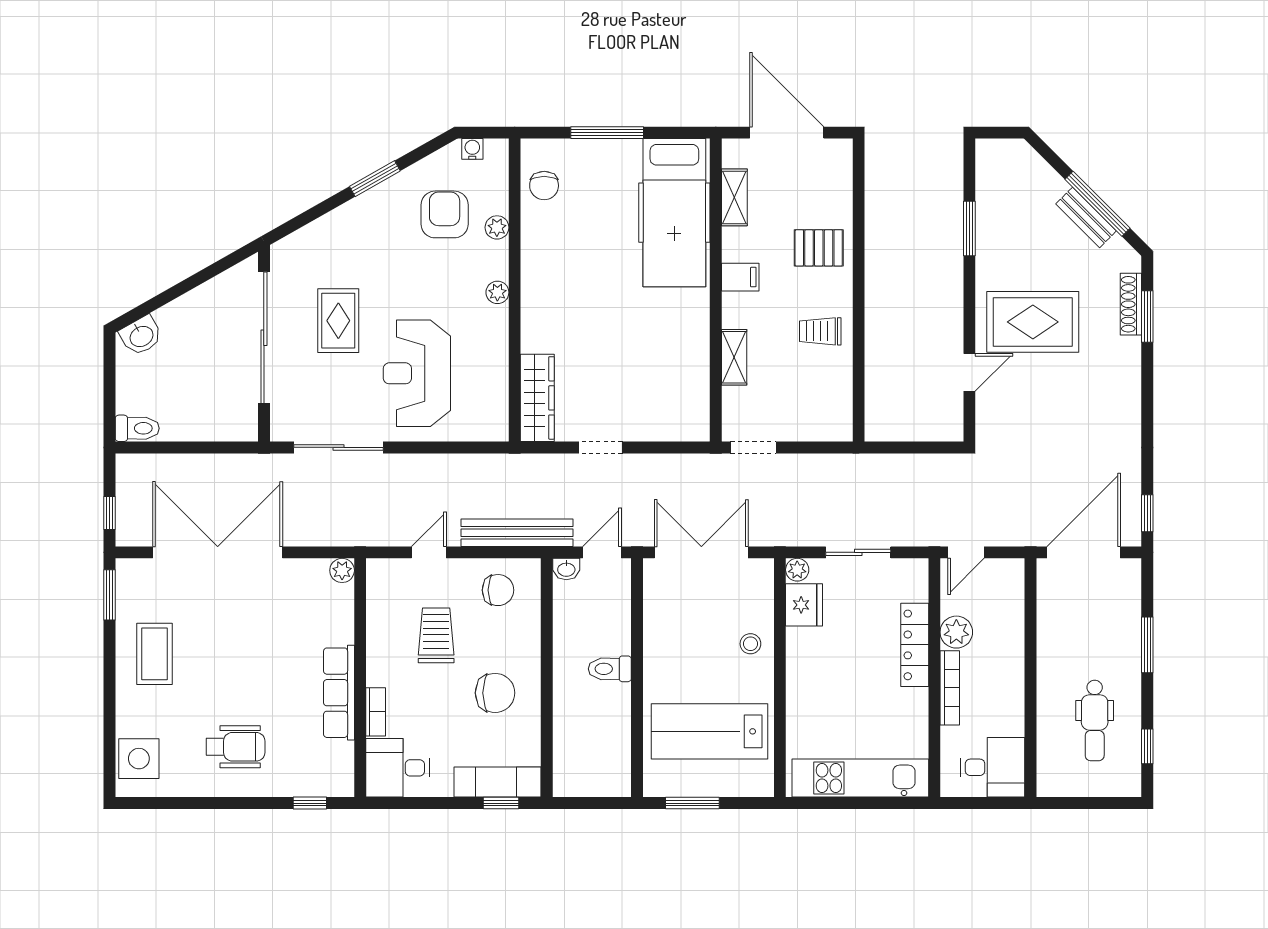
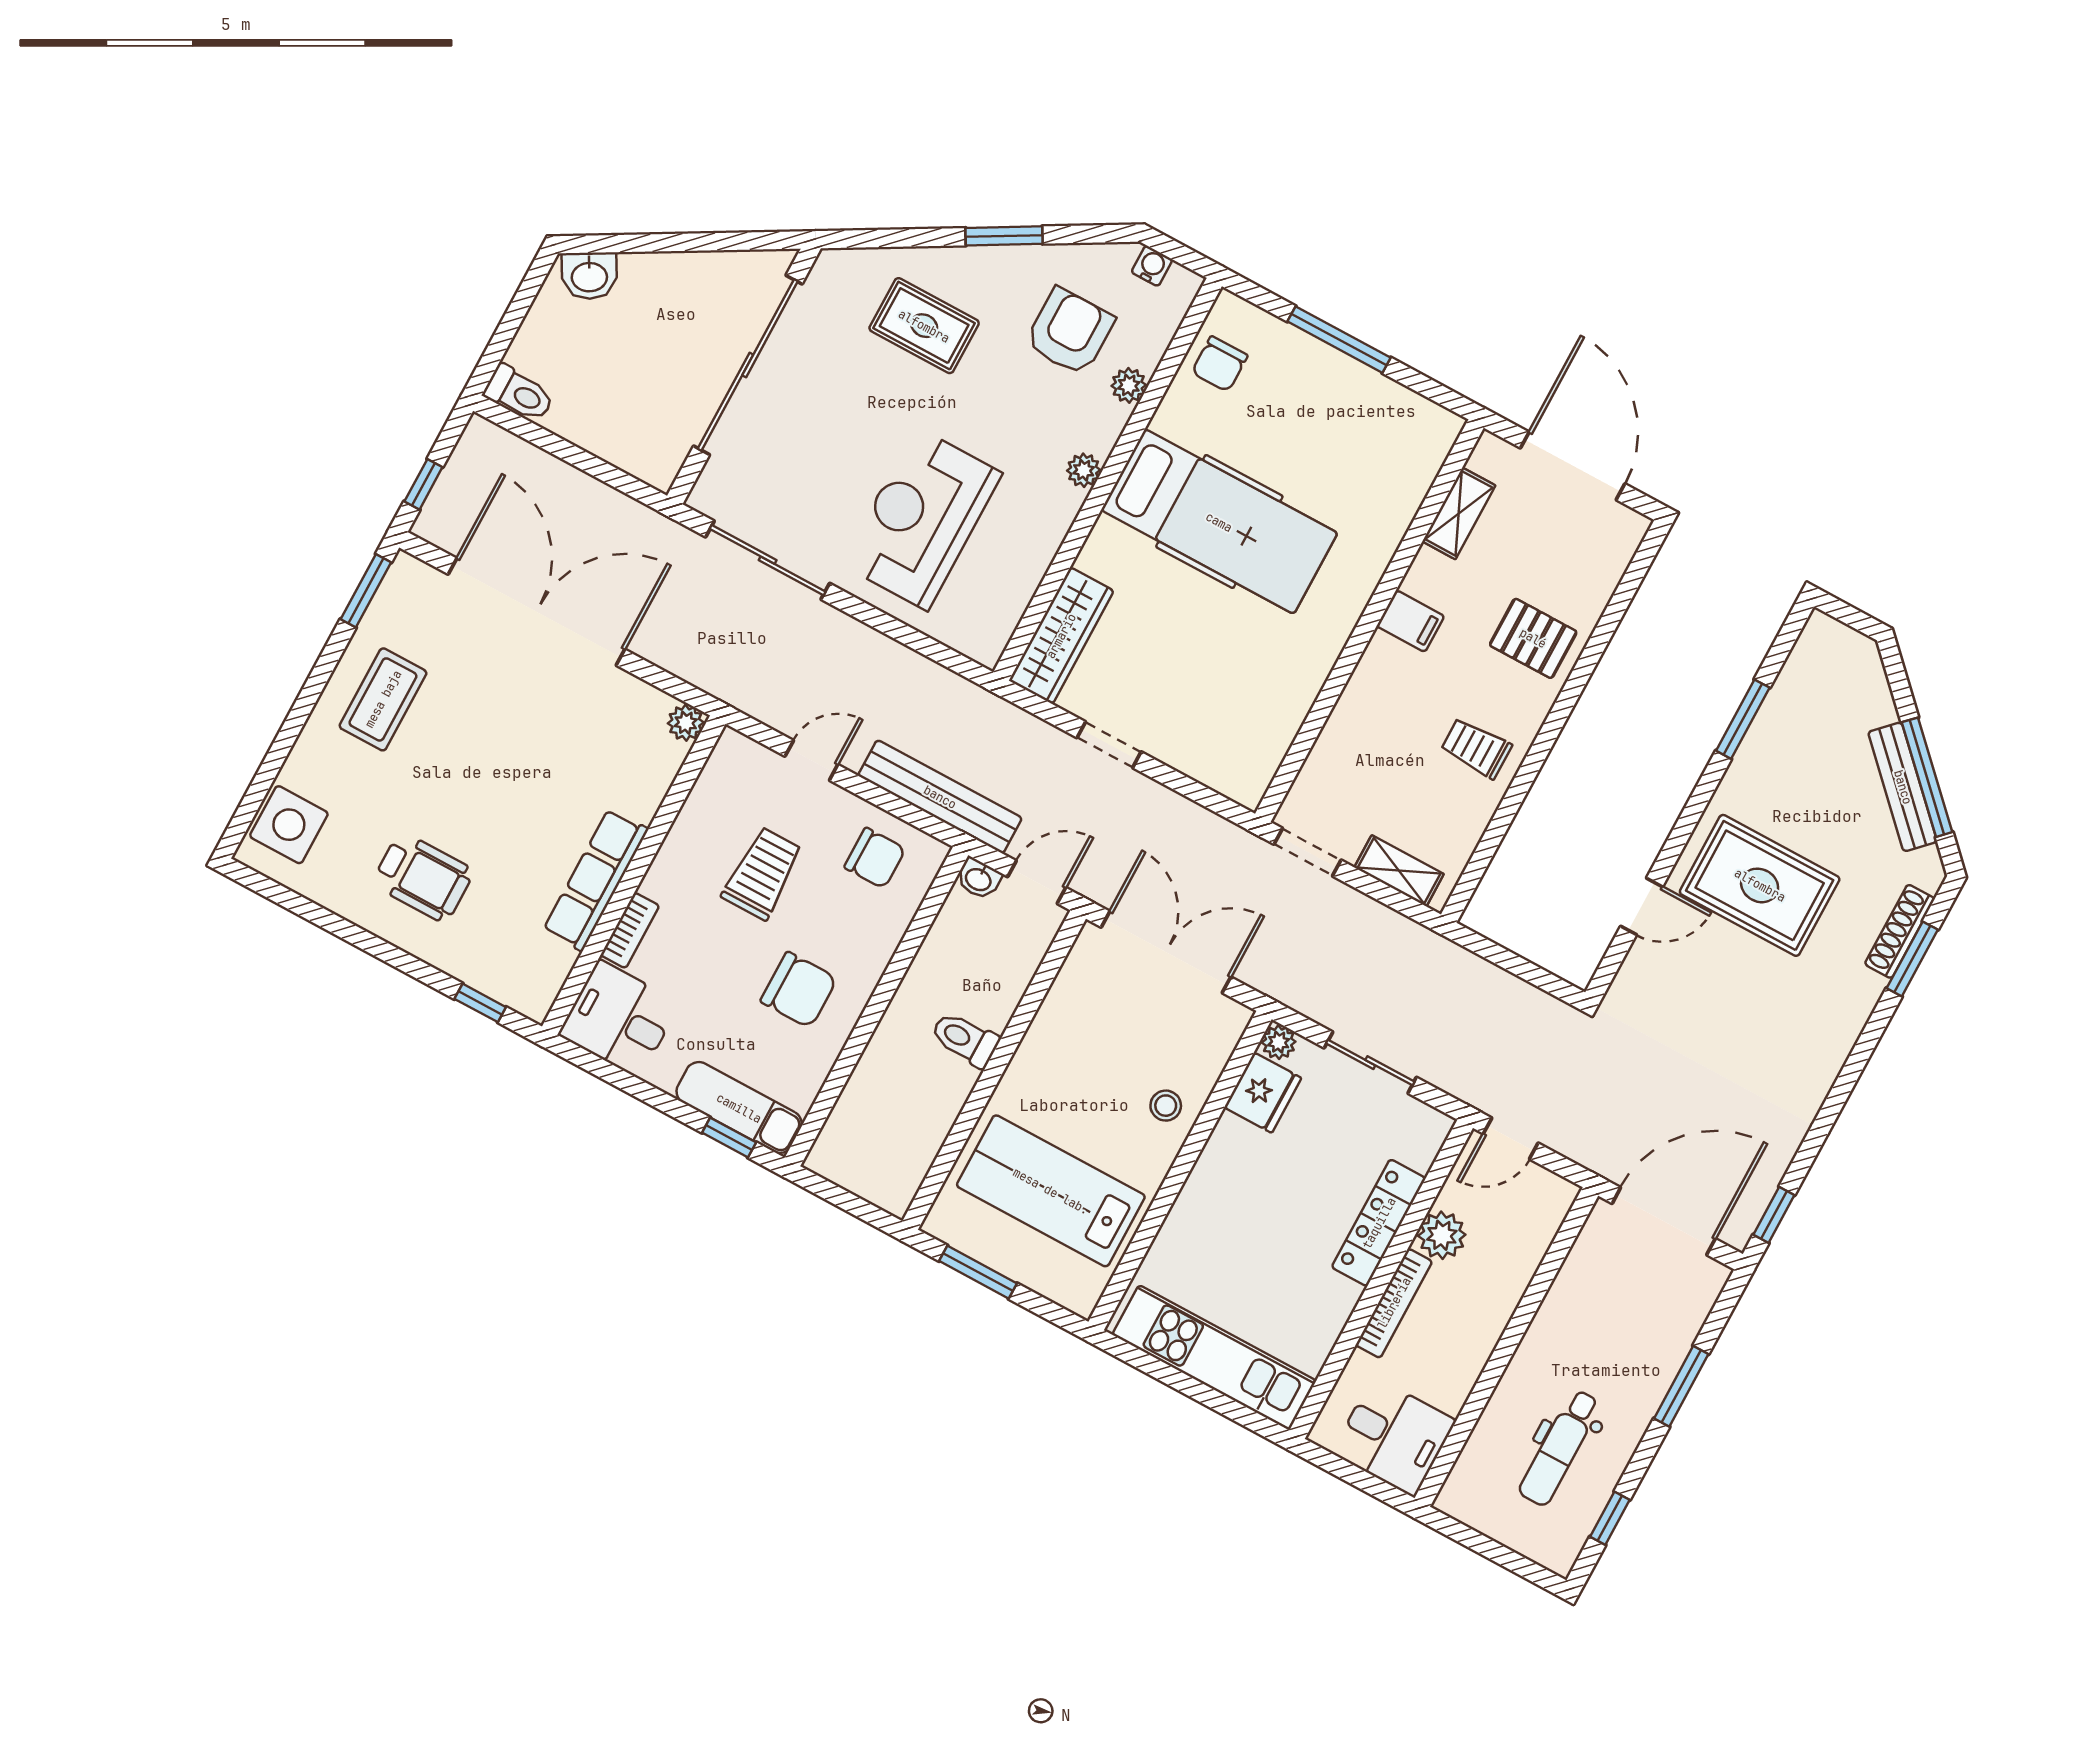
hospital bed: (674, 213) -> (1219, 522), moved, turned -90
bench: (1086, 217) -> (1903, 787), width x1.36
rug: (338, 321) -> (924, 326), moved, turned 90
shelving: (734, 357) -> (1399, 871), moved, turned 90

